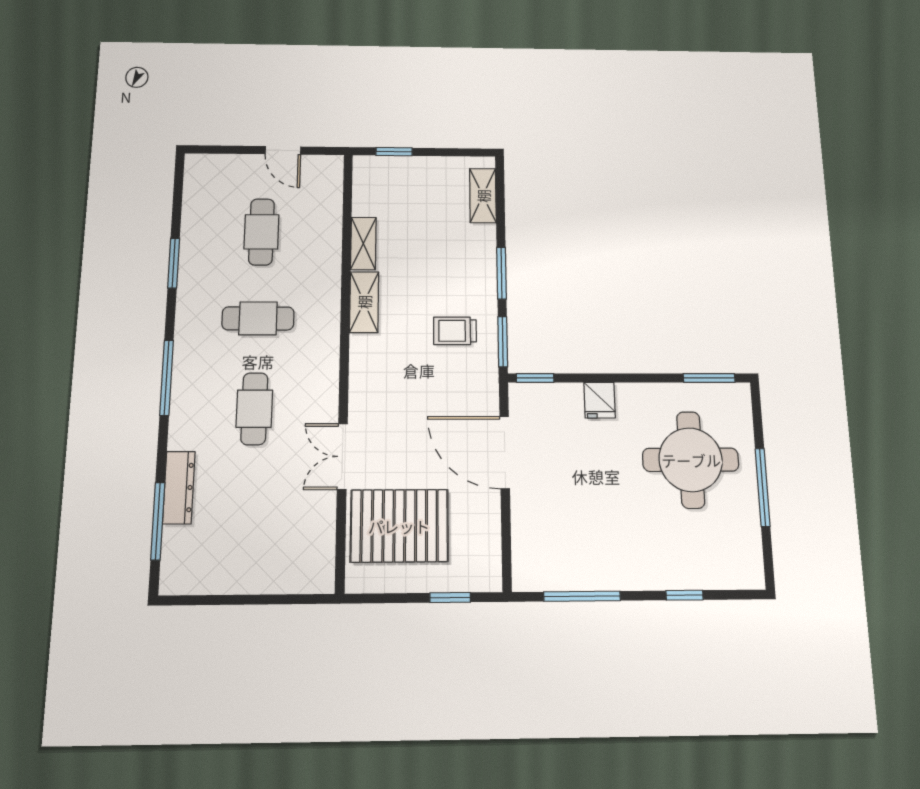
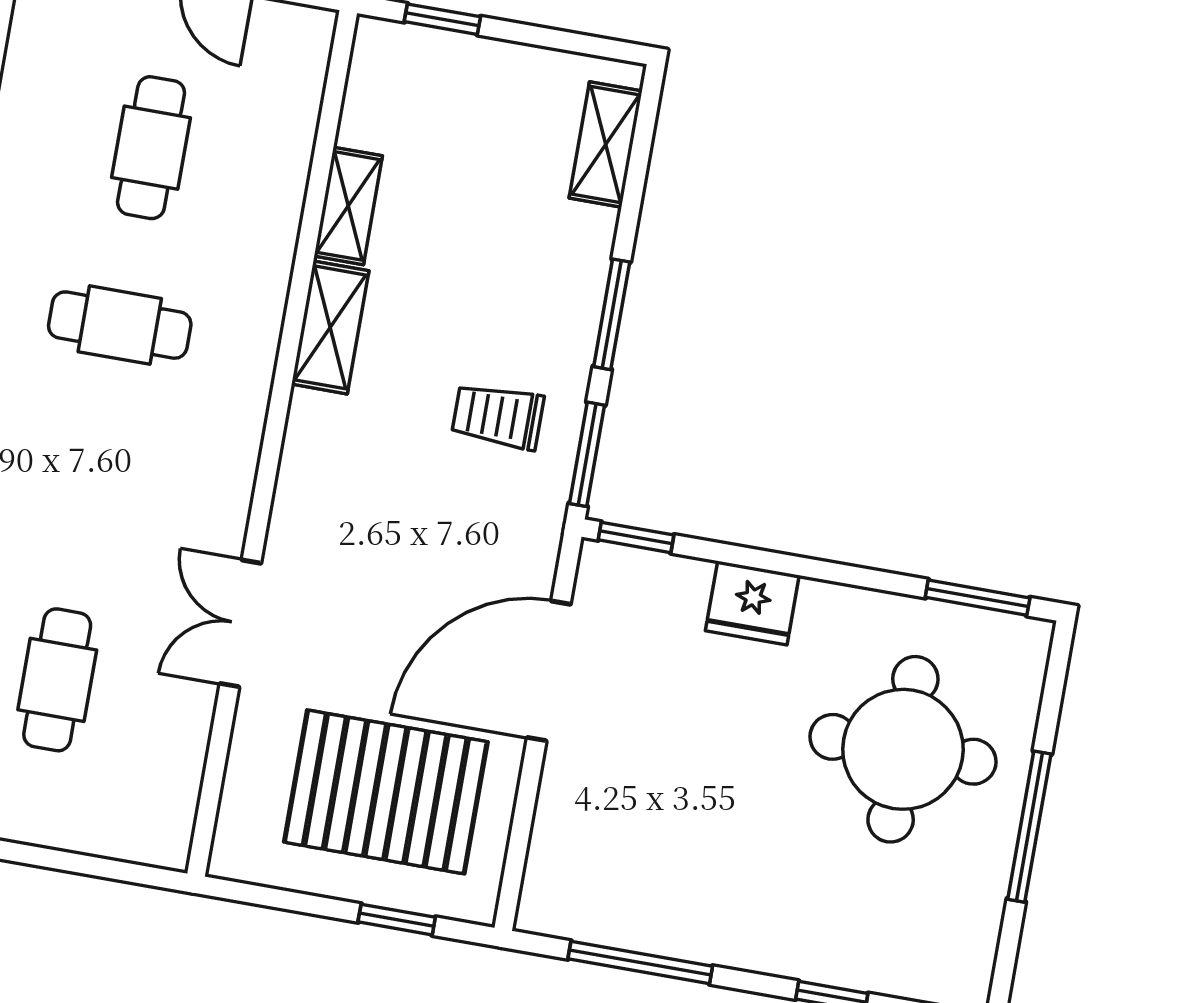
fridge: (600, 400) -> (752, 603), width x1.38
cafe table: (254, 409) -> (57, 680), moved
door: (505, 452) -> (549, 671), hinge flipped
pallet: (399, 526) -> (386, 792), moved

